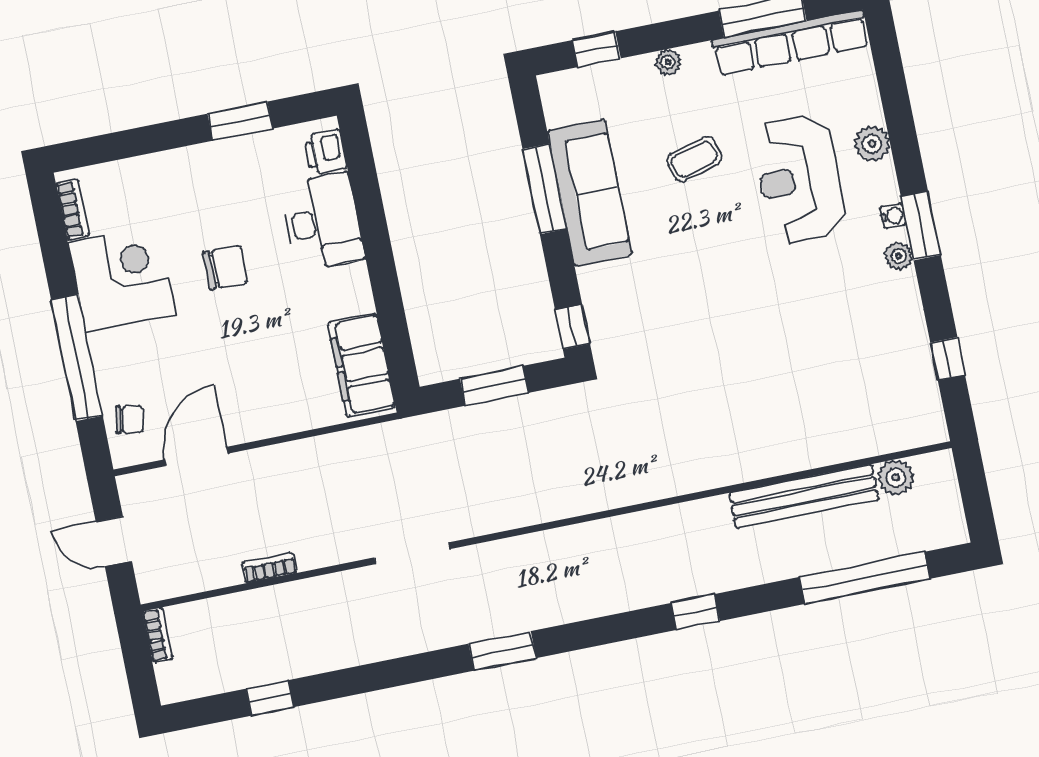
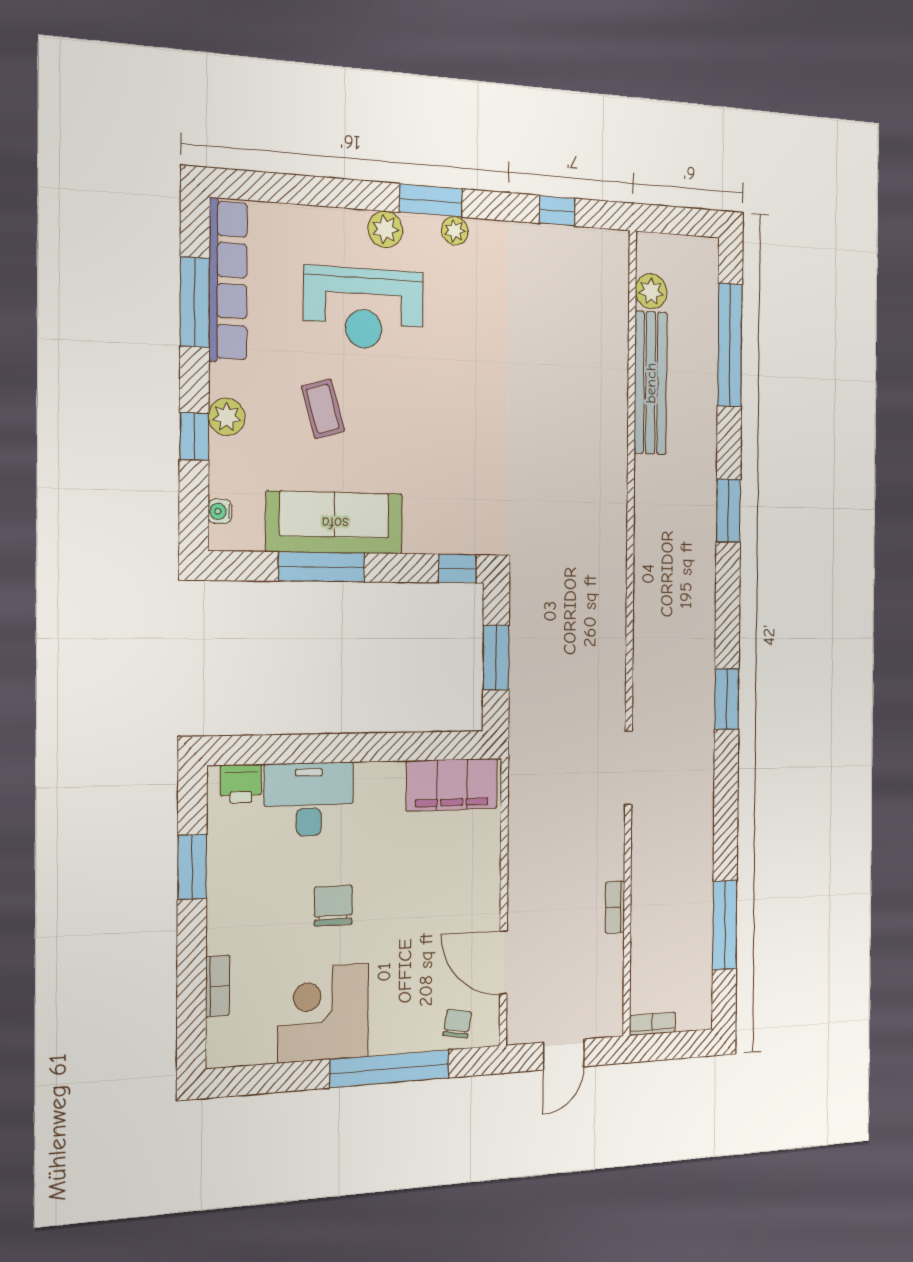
window: (596, 49) -> (194, 436), moved
plant: (668, 62) -> (227, 417), width x1.38, depth x1.38
plant: (872, 144) -> (385, 229), moved
bookcase: (73, 209) -> (218, 986), moved, turned 90
water cooler: (893, 216) -> (220, 511), moved, turned -90
window: (695, 612) -> (728, 511), width x1.50
window: (270, 698) -> (725, 925), width x2.17

